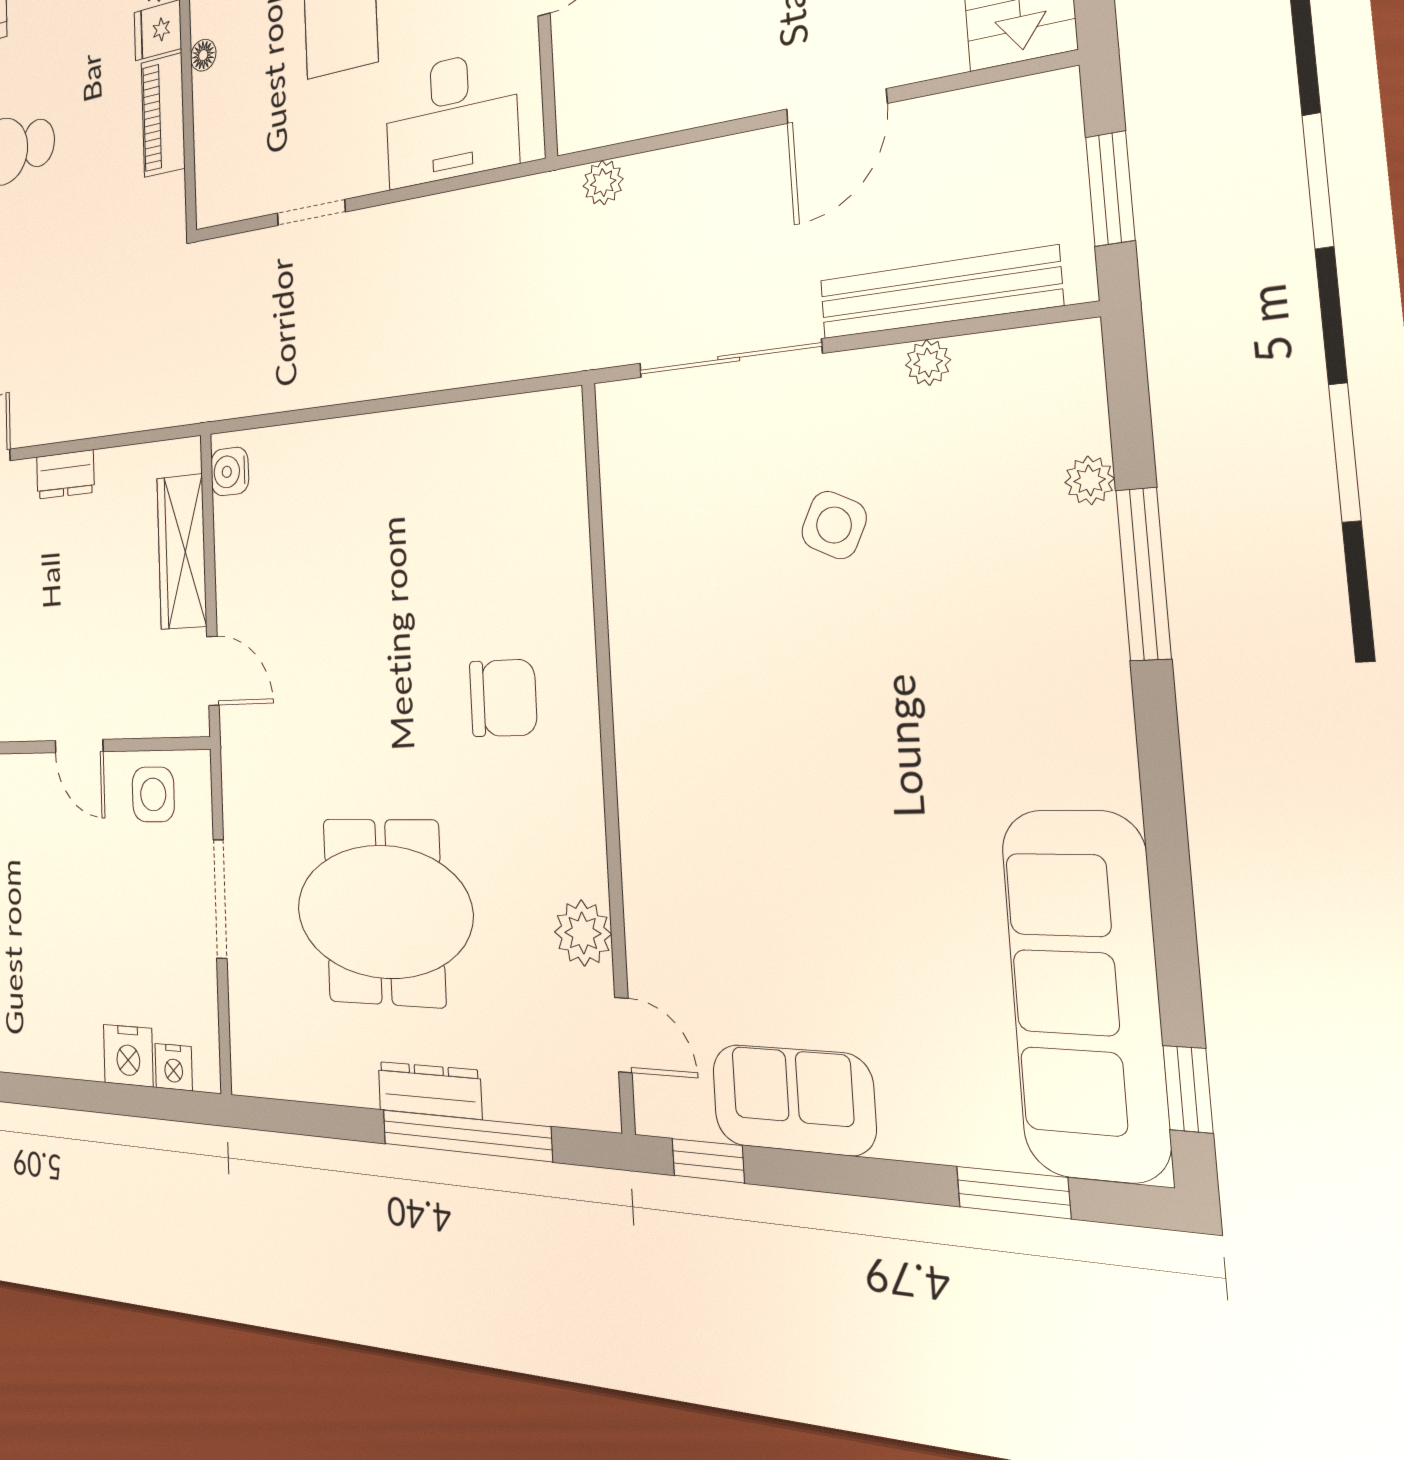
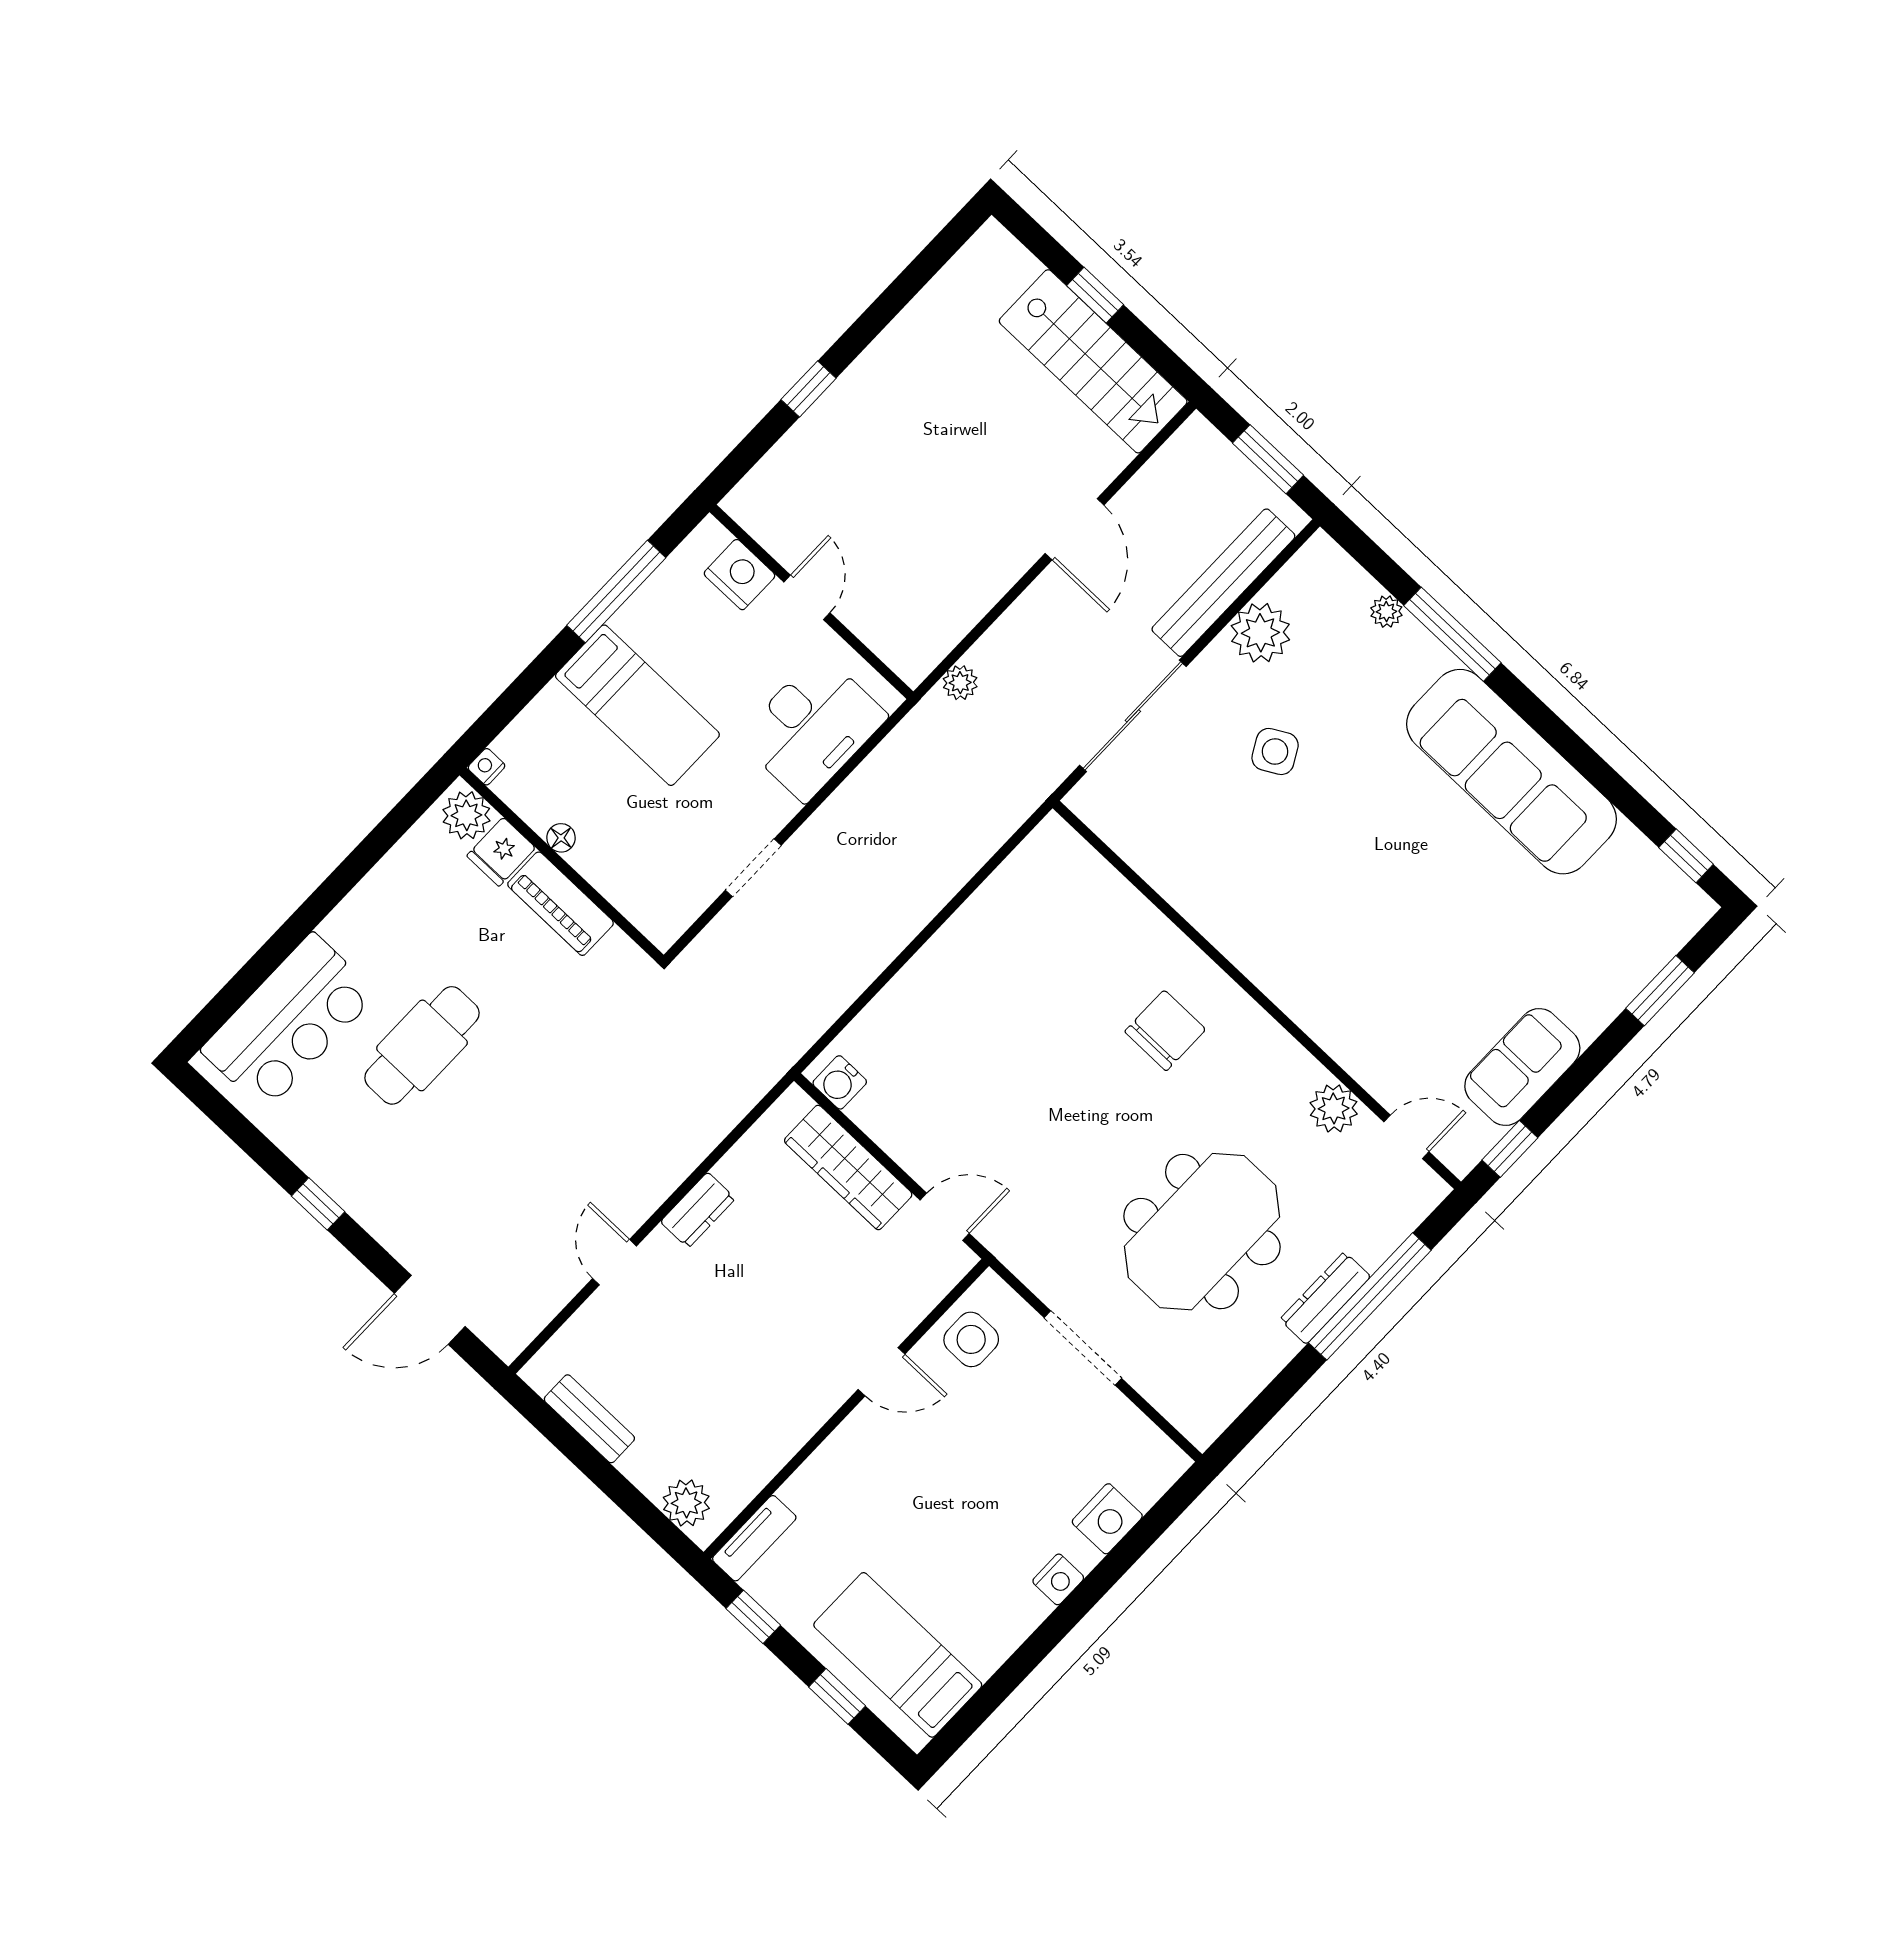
plant: (928, 363) -> (1260, 633), width x1.87, depth x1.87
side table: (834, 525) -> (1275, 751), turned 35
sofa: (1085, 993) -> (1511, 772), moved
nightstand: (174, 1067) -> (1058, 1579), moved

